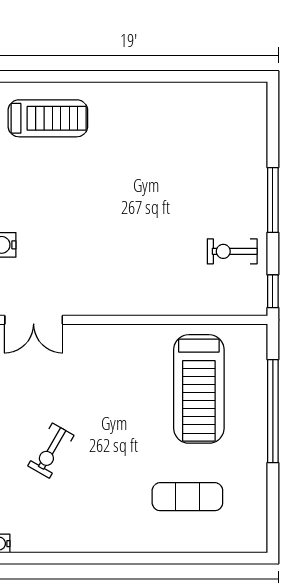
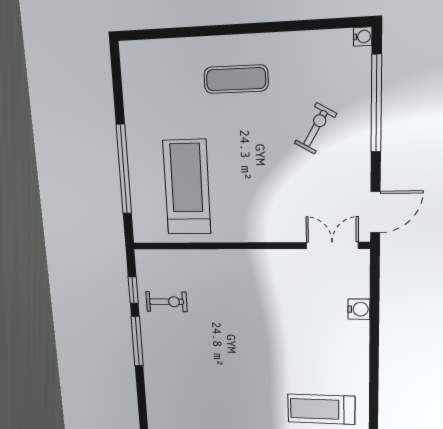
window: (273, 291) -> (133, 290), moved
exercise mat: (187, 497) -> (236, 79), moved

